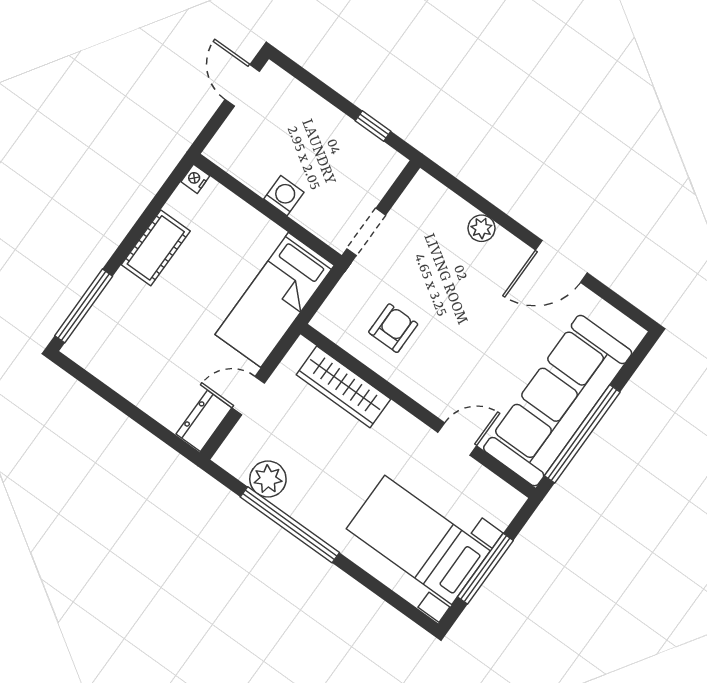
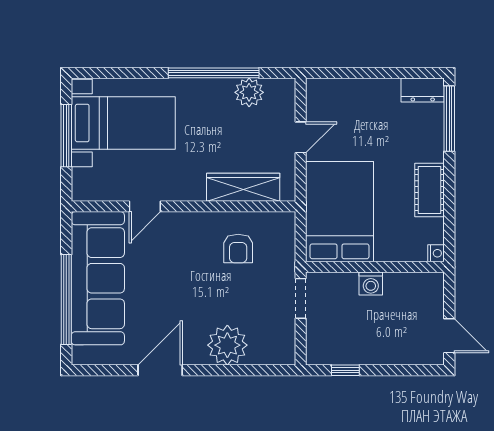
plant: (482, 228) -> (227, 345), width x1.88, depth x1.88
bed: (275, 300) -> (340, 212), width x1.50
dresser: (204, 421) -> (423, 90), moved, turned 90
window: (582, 434) -> (66, 300), moved

